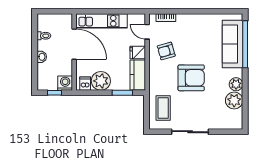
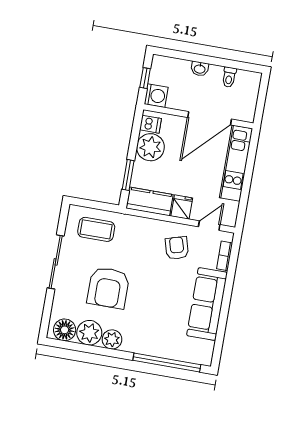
sofa: (233, 44) -> (207, 304), moved, turned -90
armchair: (191, 78) -> (108, 288), moved
floor lamp: (235, 118) -> (65, 330), added

